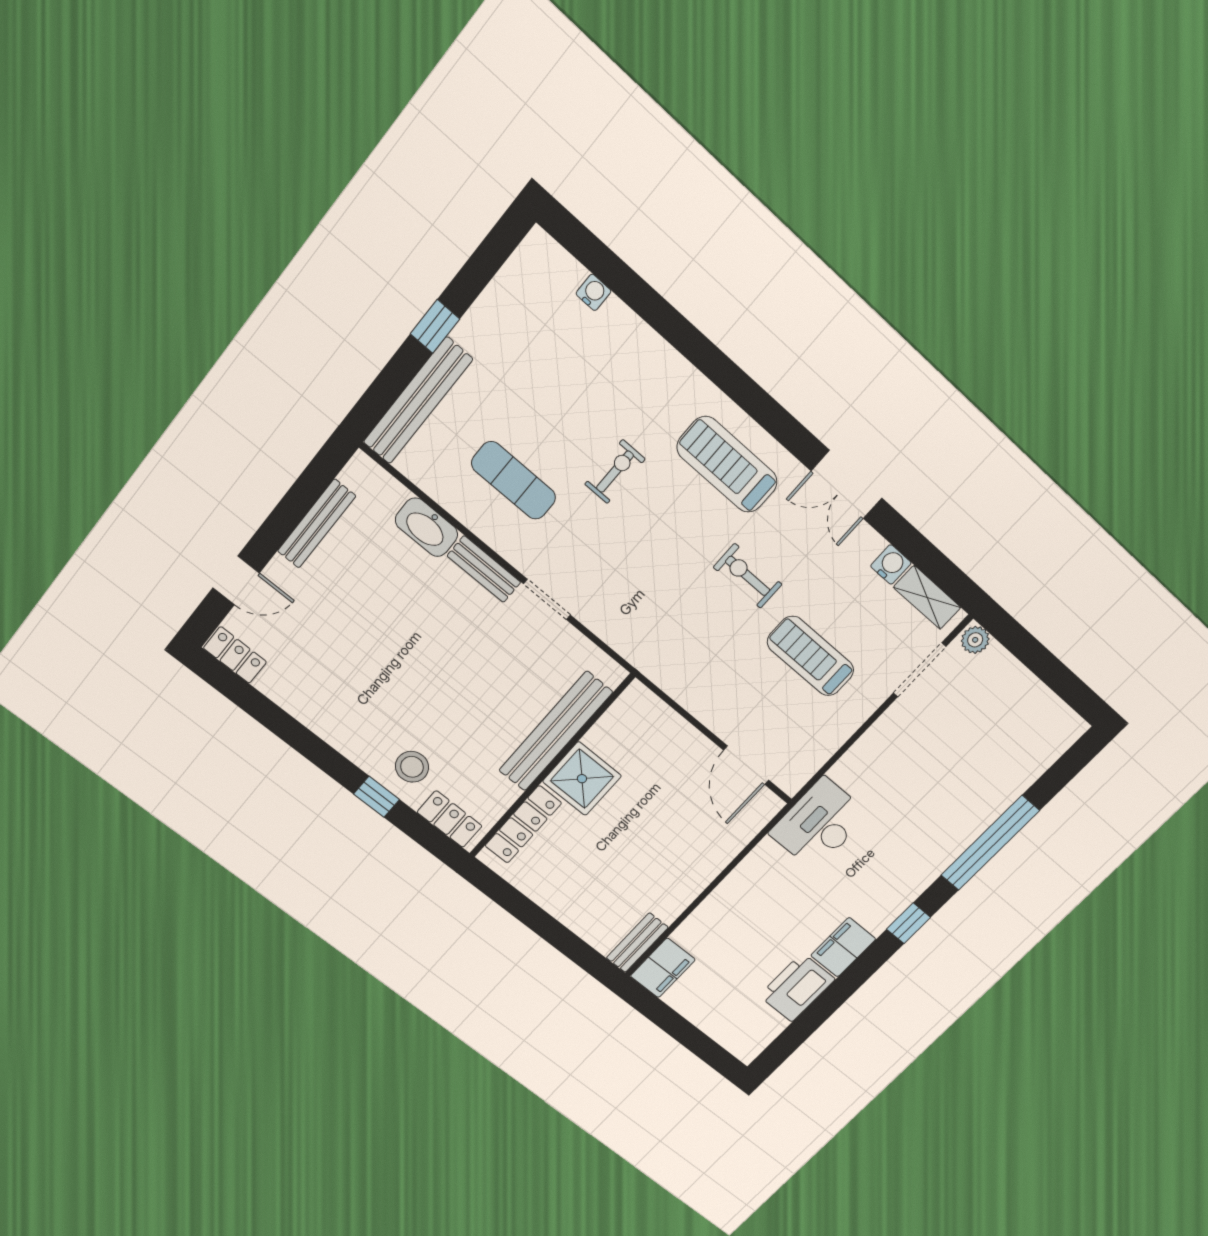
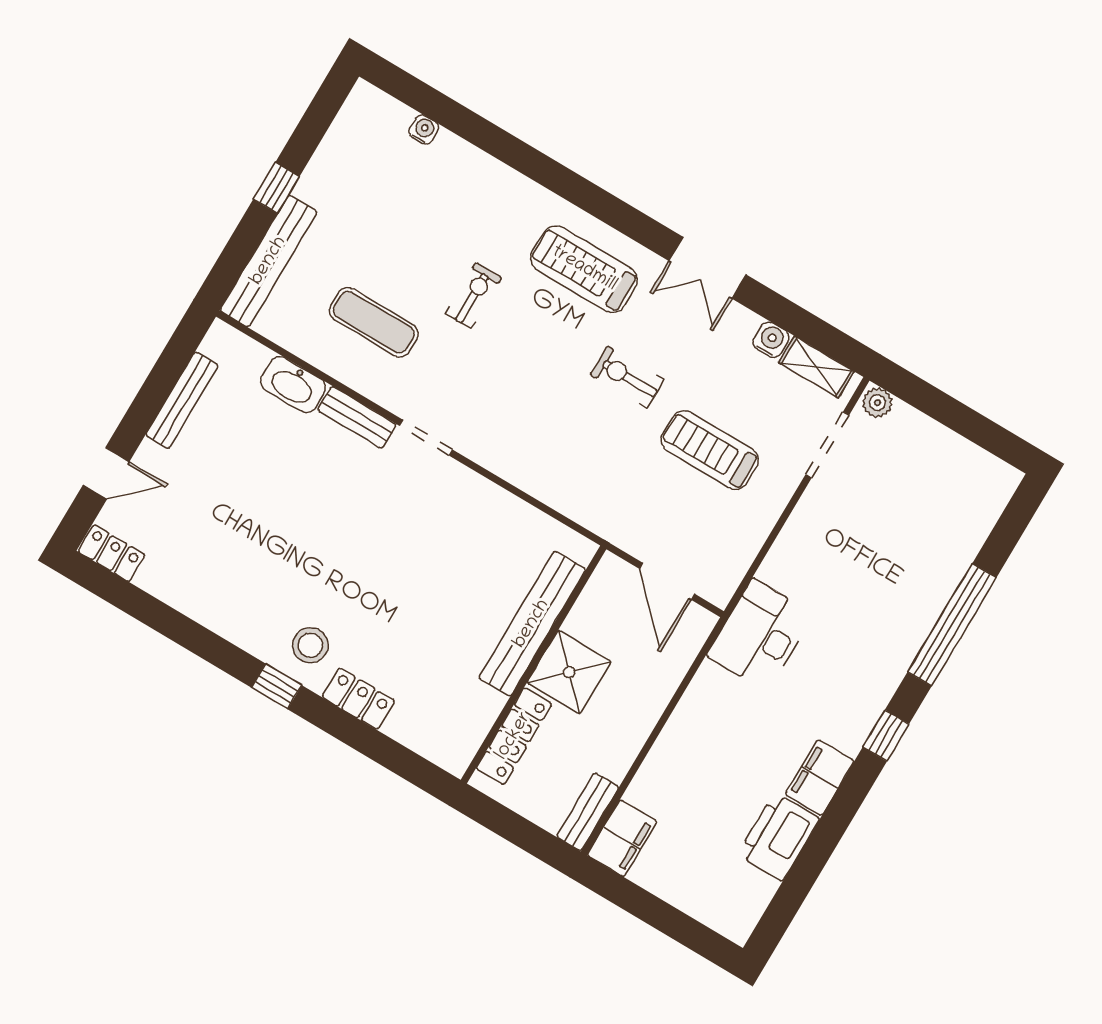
bench: (555, 731) -> (532, 624), moved
wall: (551, 767) -> (533, 665), moved
shower: (582, 779) -> (569, 672), moved
locker: (523, 824) -> (514, 736), moved

